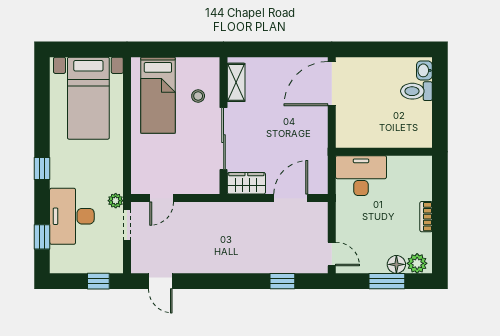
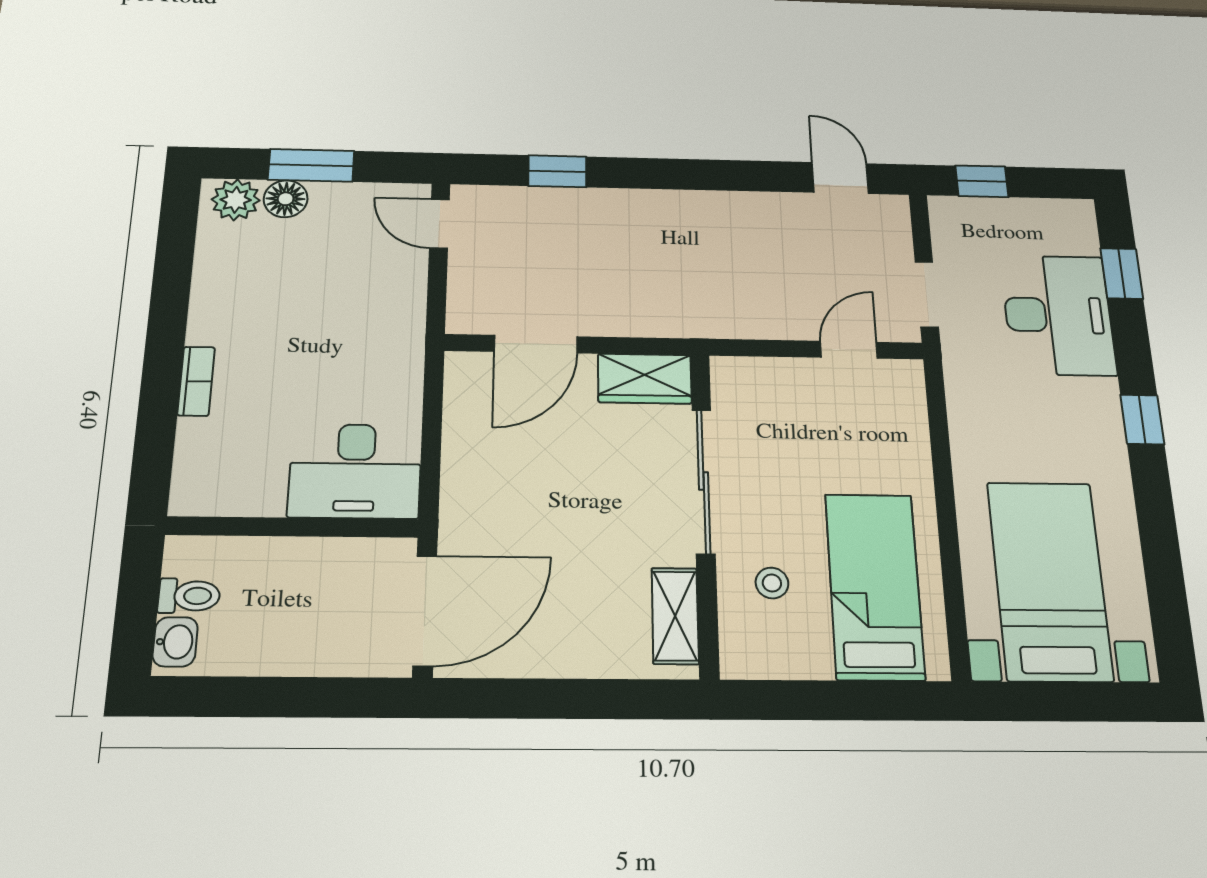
toilet: (416, 91) -> (189, 596), width x0.73, depth x0.72
wall: (384, 152) -> (292, 527), moved
desk: (361, 176) -> (355, 471), moved
plant: (116, 201) -> (959, 346), removed
bookcase: (426, 217) -> (196, 381), moved

